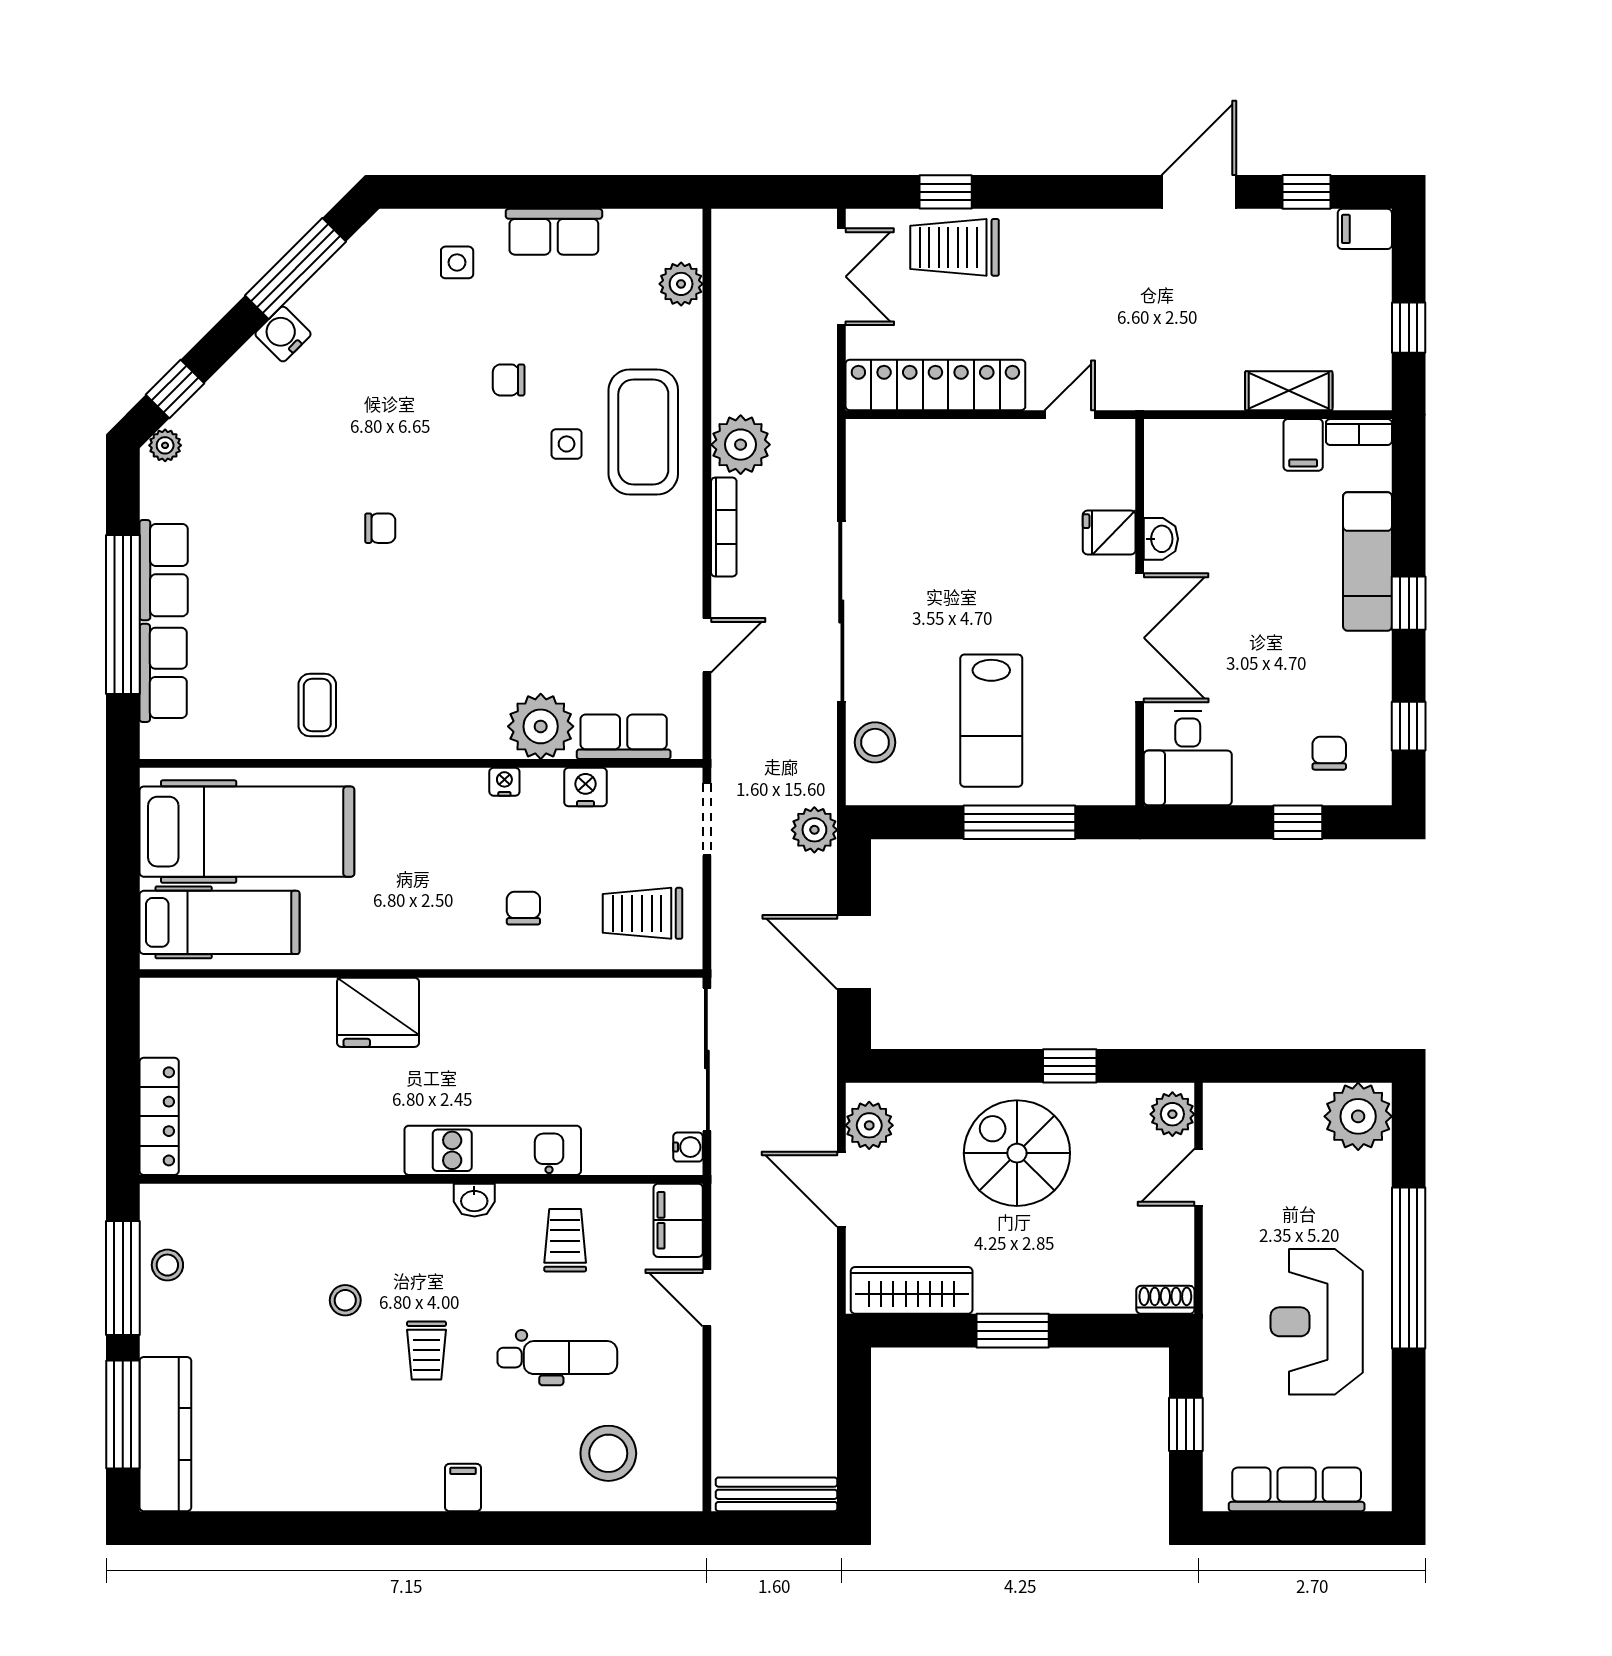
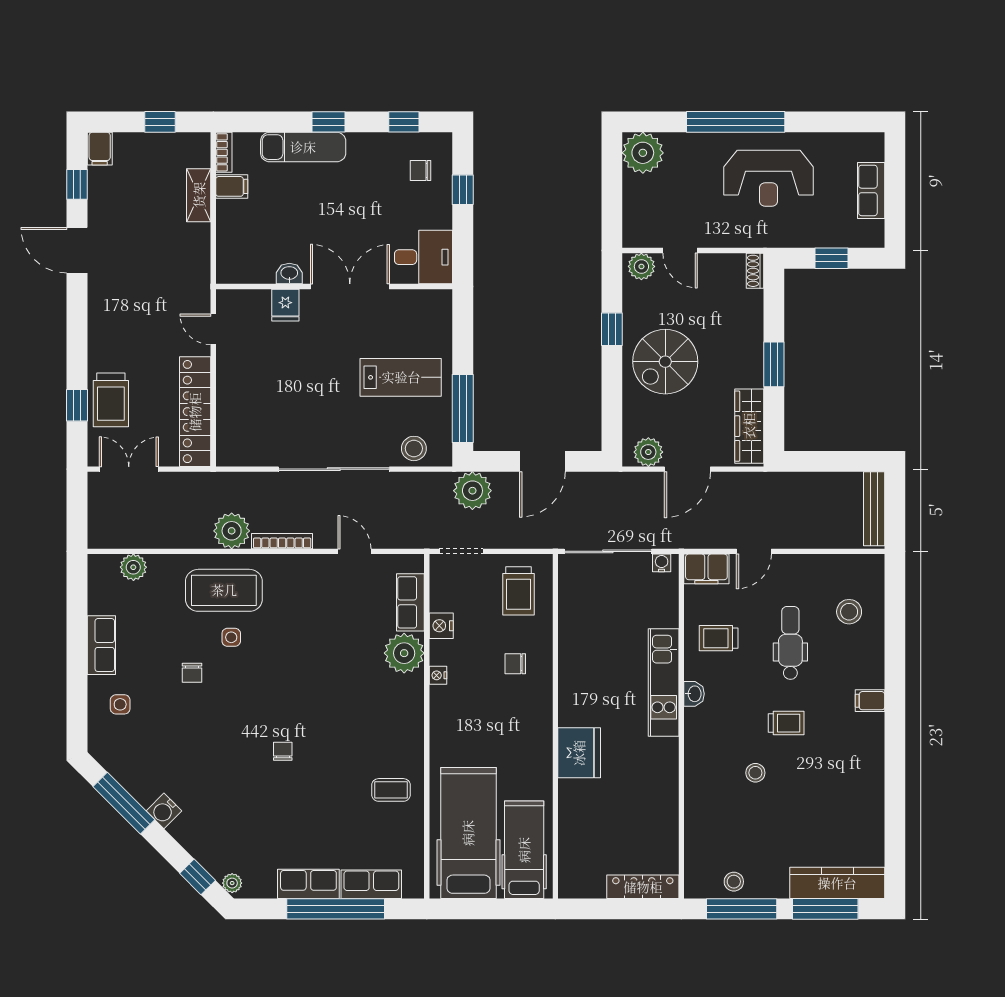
window: (1019, 822) -> (463, 409), moved
plant: (814, 830) -> (472, 491), width x1.36, depth x1.36
stool: (608, 1453) -> (849, 612), width x0.73, depth x0.73
row of seats: (1297, 1489) -> (871, 190), width x0.68

